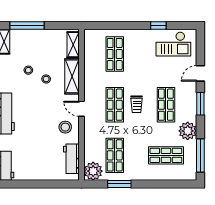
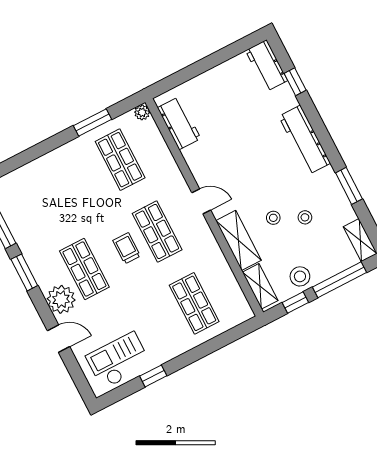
window: (58, 25) -> (295, 303), added
door: (200, 73) -> (59, 339), hinge flipped
window: (200, 104) -> (24, 272), moved
stool: (65, 127) -> (300, 276), moved
plant: (188, 131) -> (61, 299), moved
shop shelf: (166, 155) -> (47, 197), removed
plant: (93, 171) -> (142, 112), width x0.53, depth x0.53

